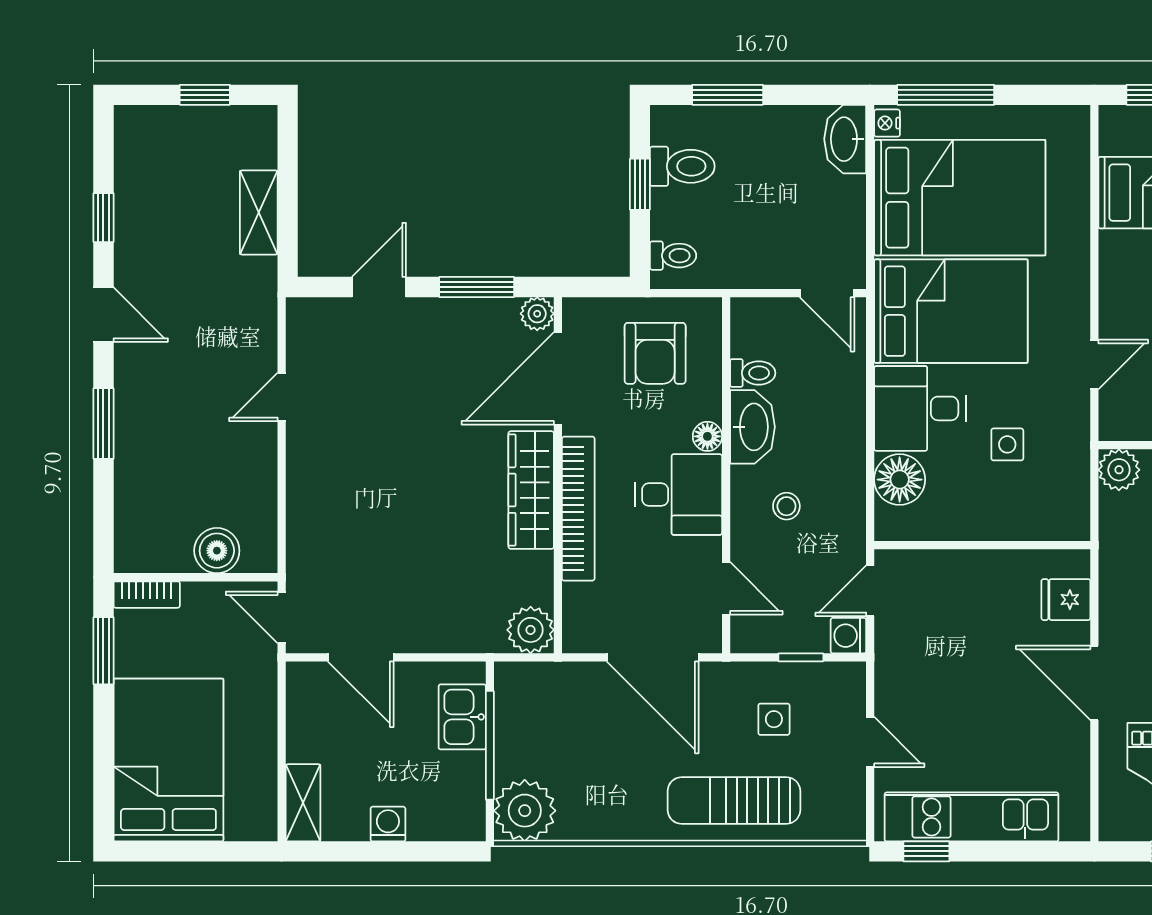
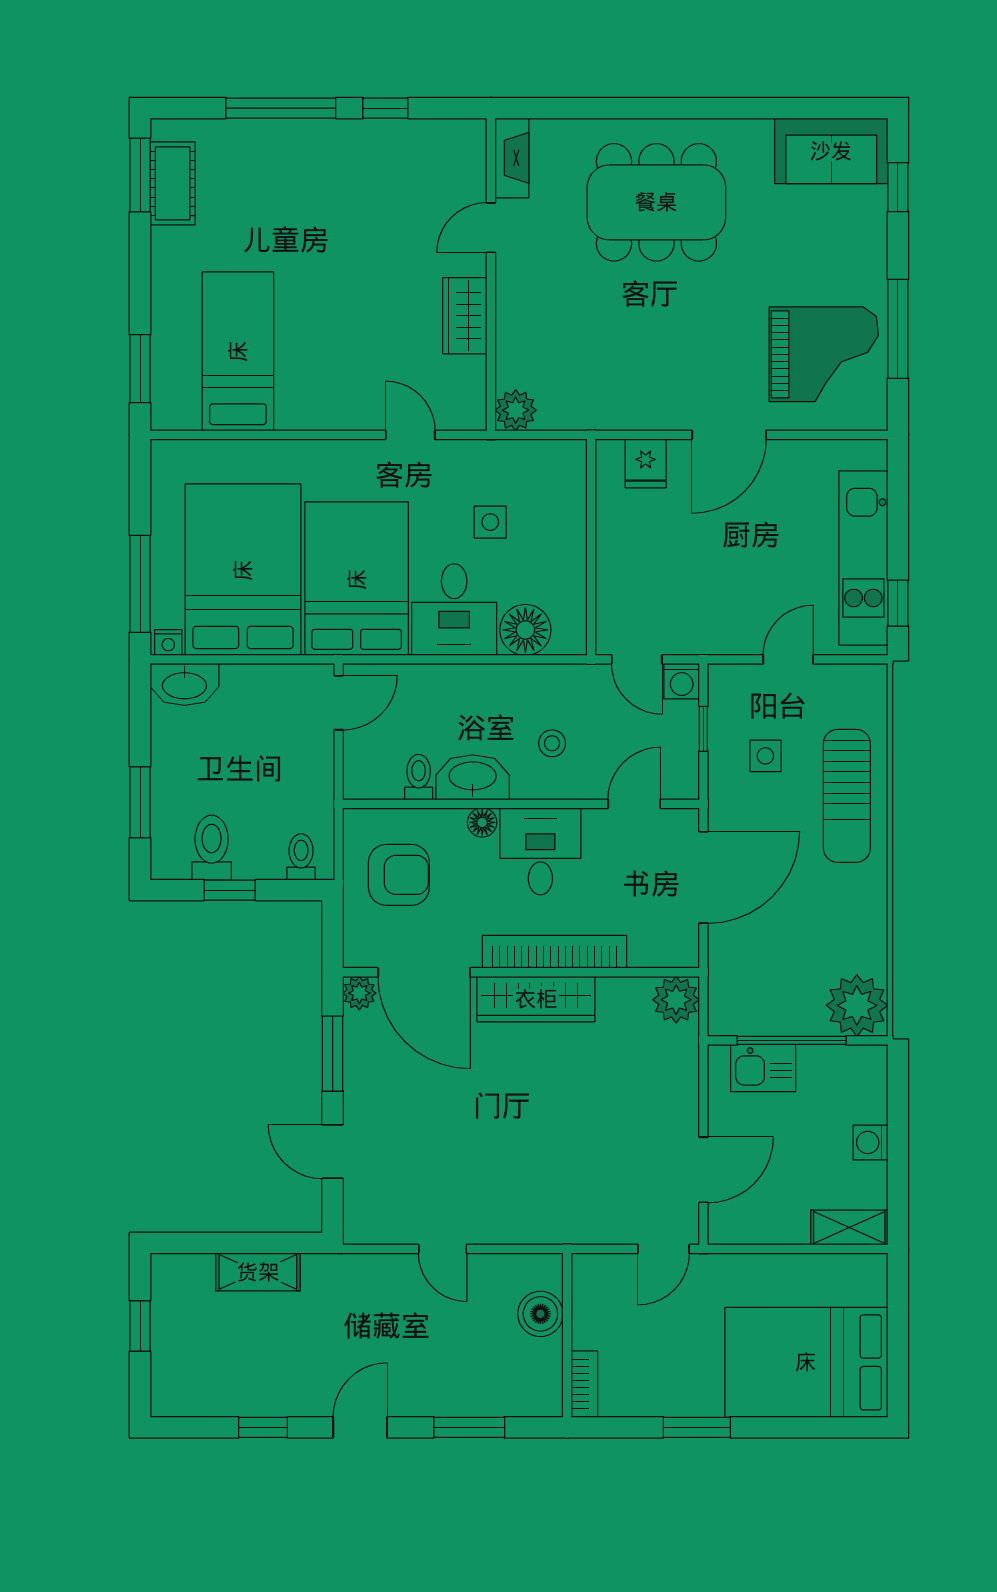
boiler: (217, 551) -> (540, 1314), moved
wall: (196, 577) -> (567, 1335), moved
bookcase: (147, 595) -> (584, 1384), moved

